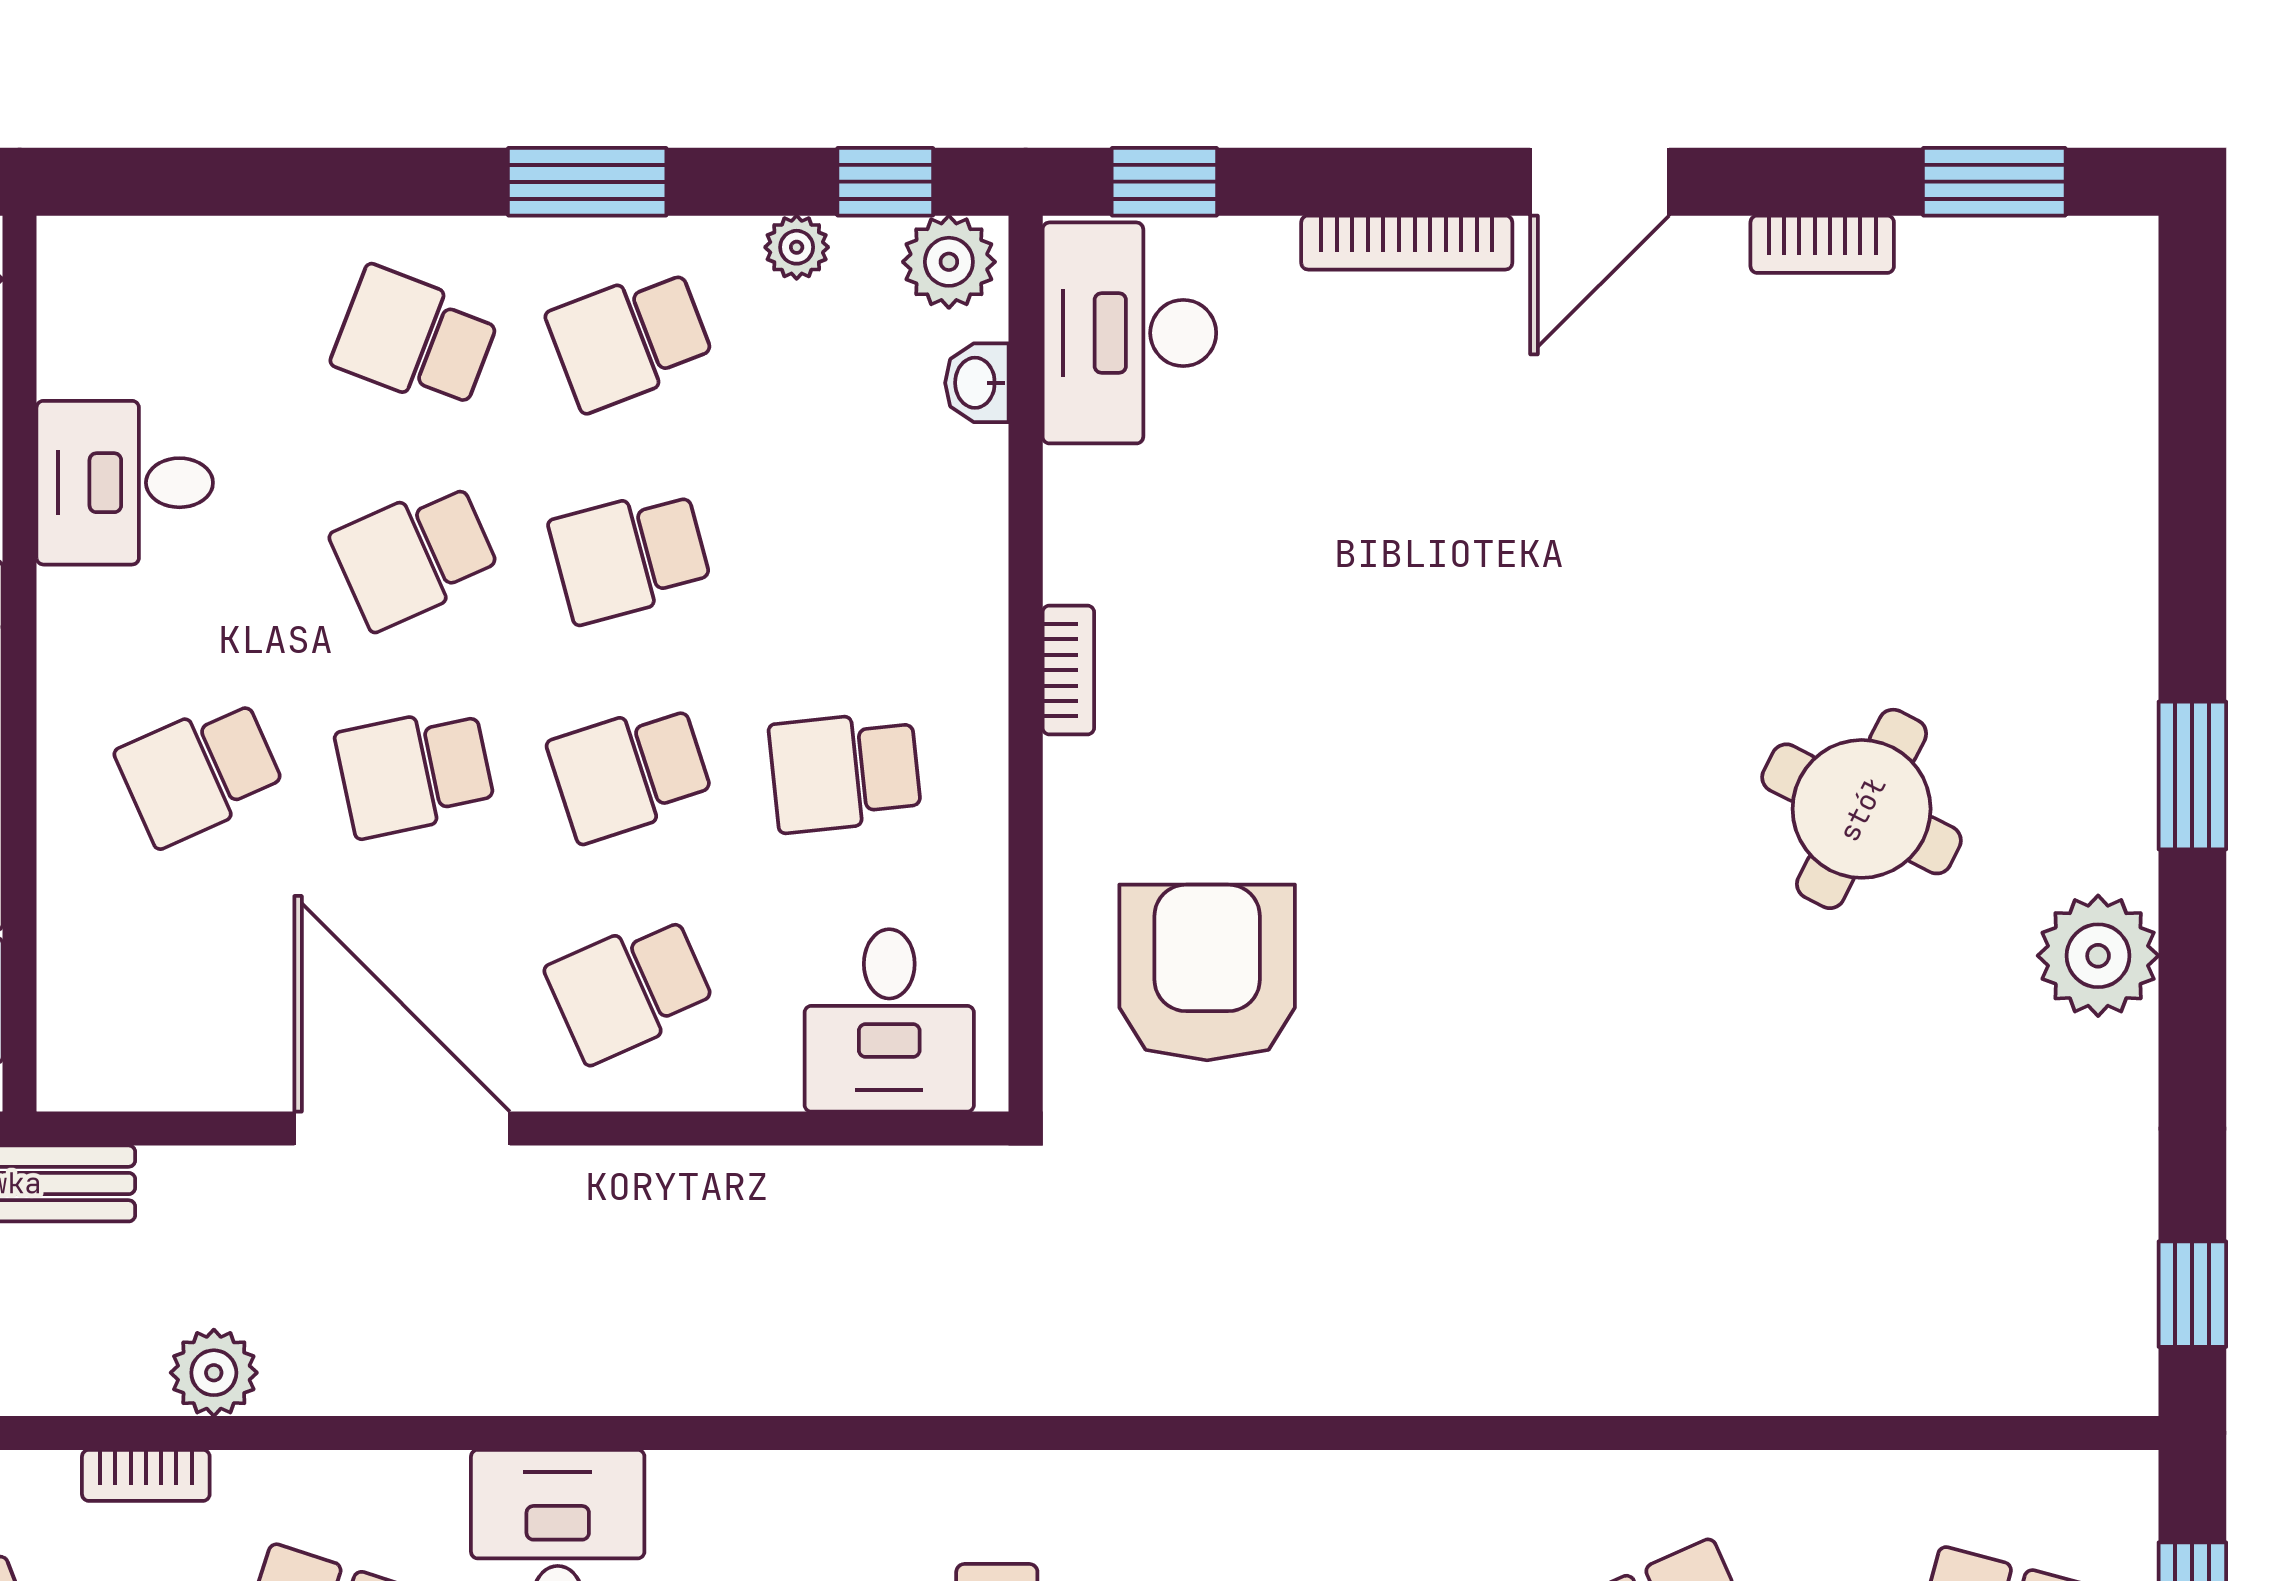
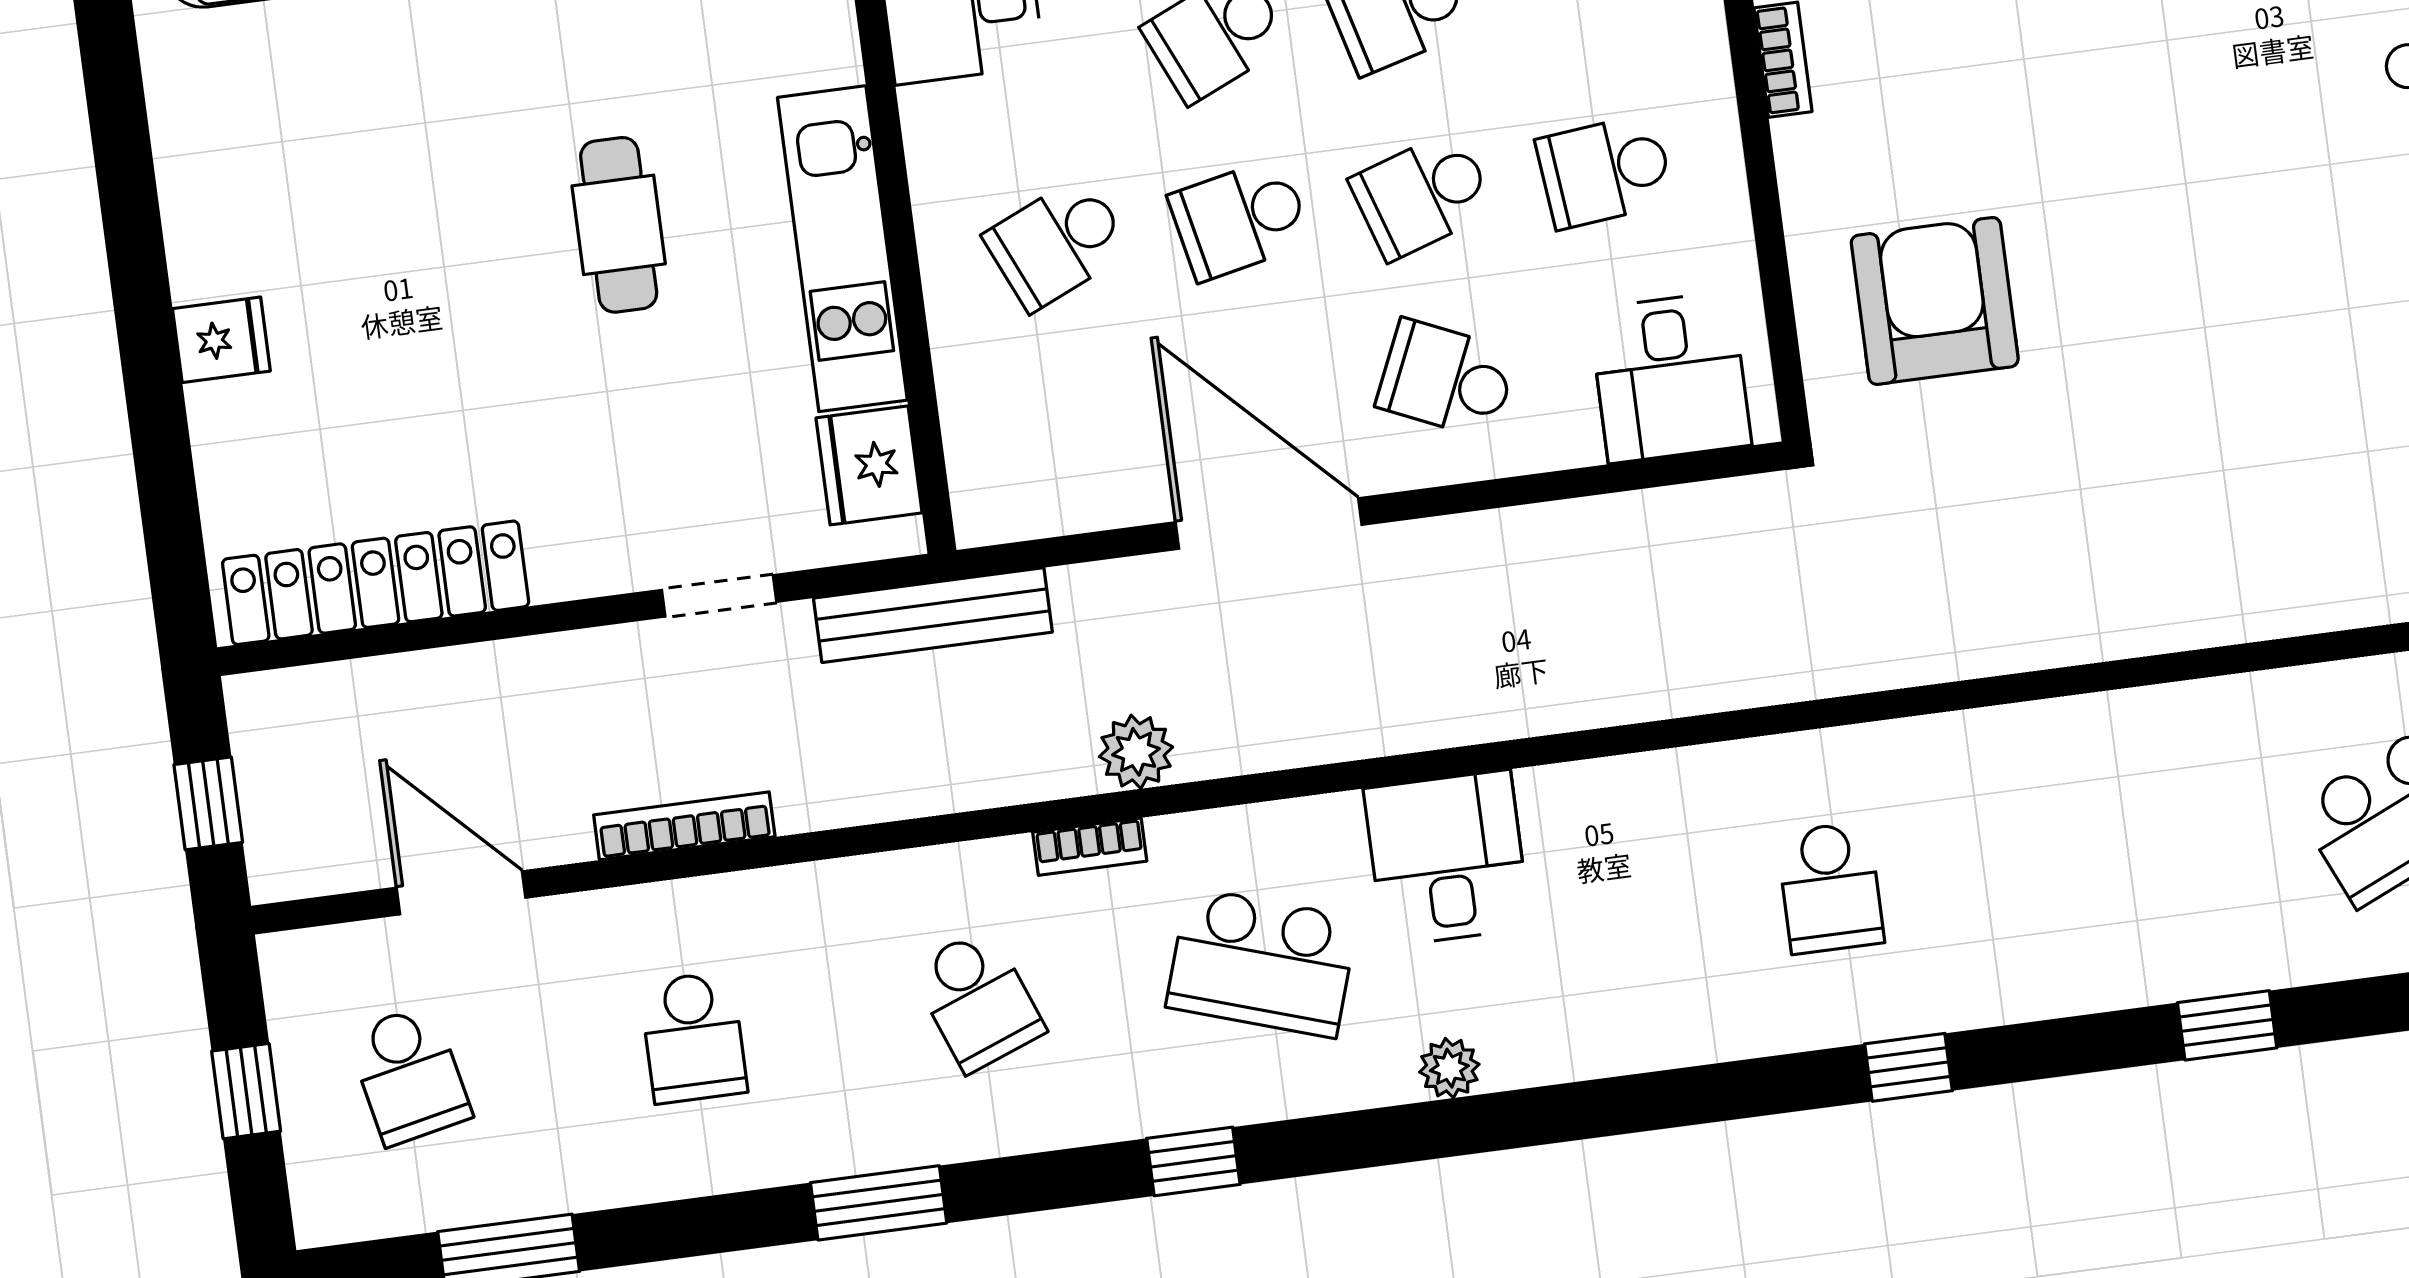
school desk: (630, 988) -> (1447, 379), turned 48

